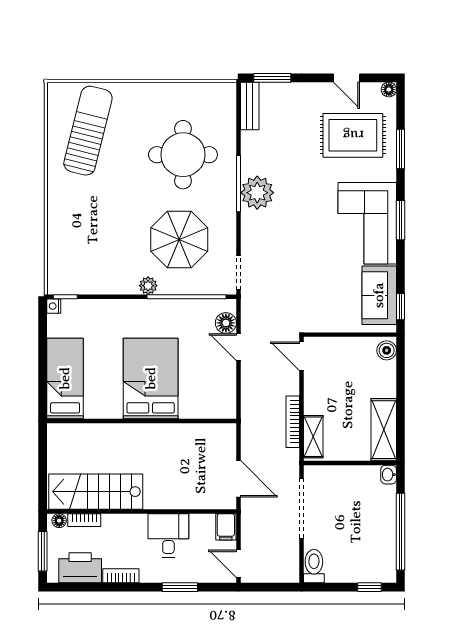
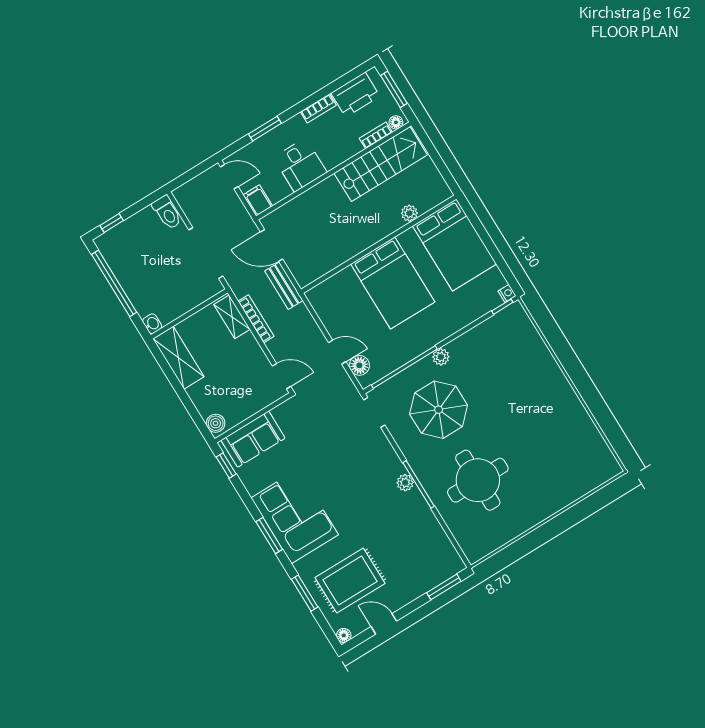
bench: (250, 106) -> (284, 286), moved
sun lounger: (88, 131) -> (567, 452), removed
plant: (257, 193) -> (405, 483), width x0.53, depth x0.53
sofa: (379, 295) -> (253, 439), moved, turned 90
bed: (65, 378) -> (455, 245), width x1.50
plant: (97, 432) -> (409, 213), added

